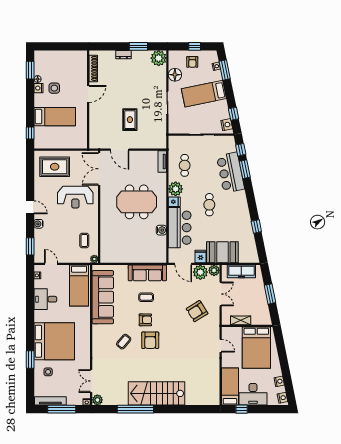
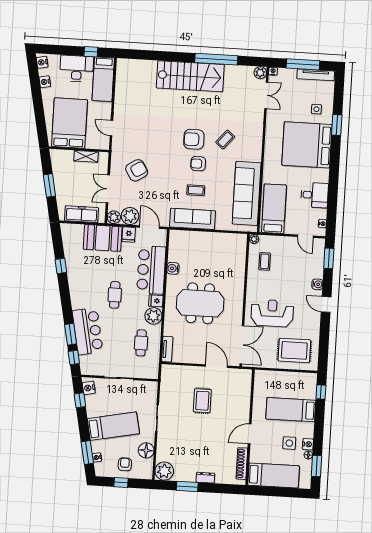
bed: (66, 60) -> (274, 475), added
armchair: (150, 340) -> (194, 139), turned -90

